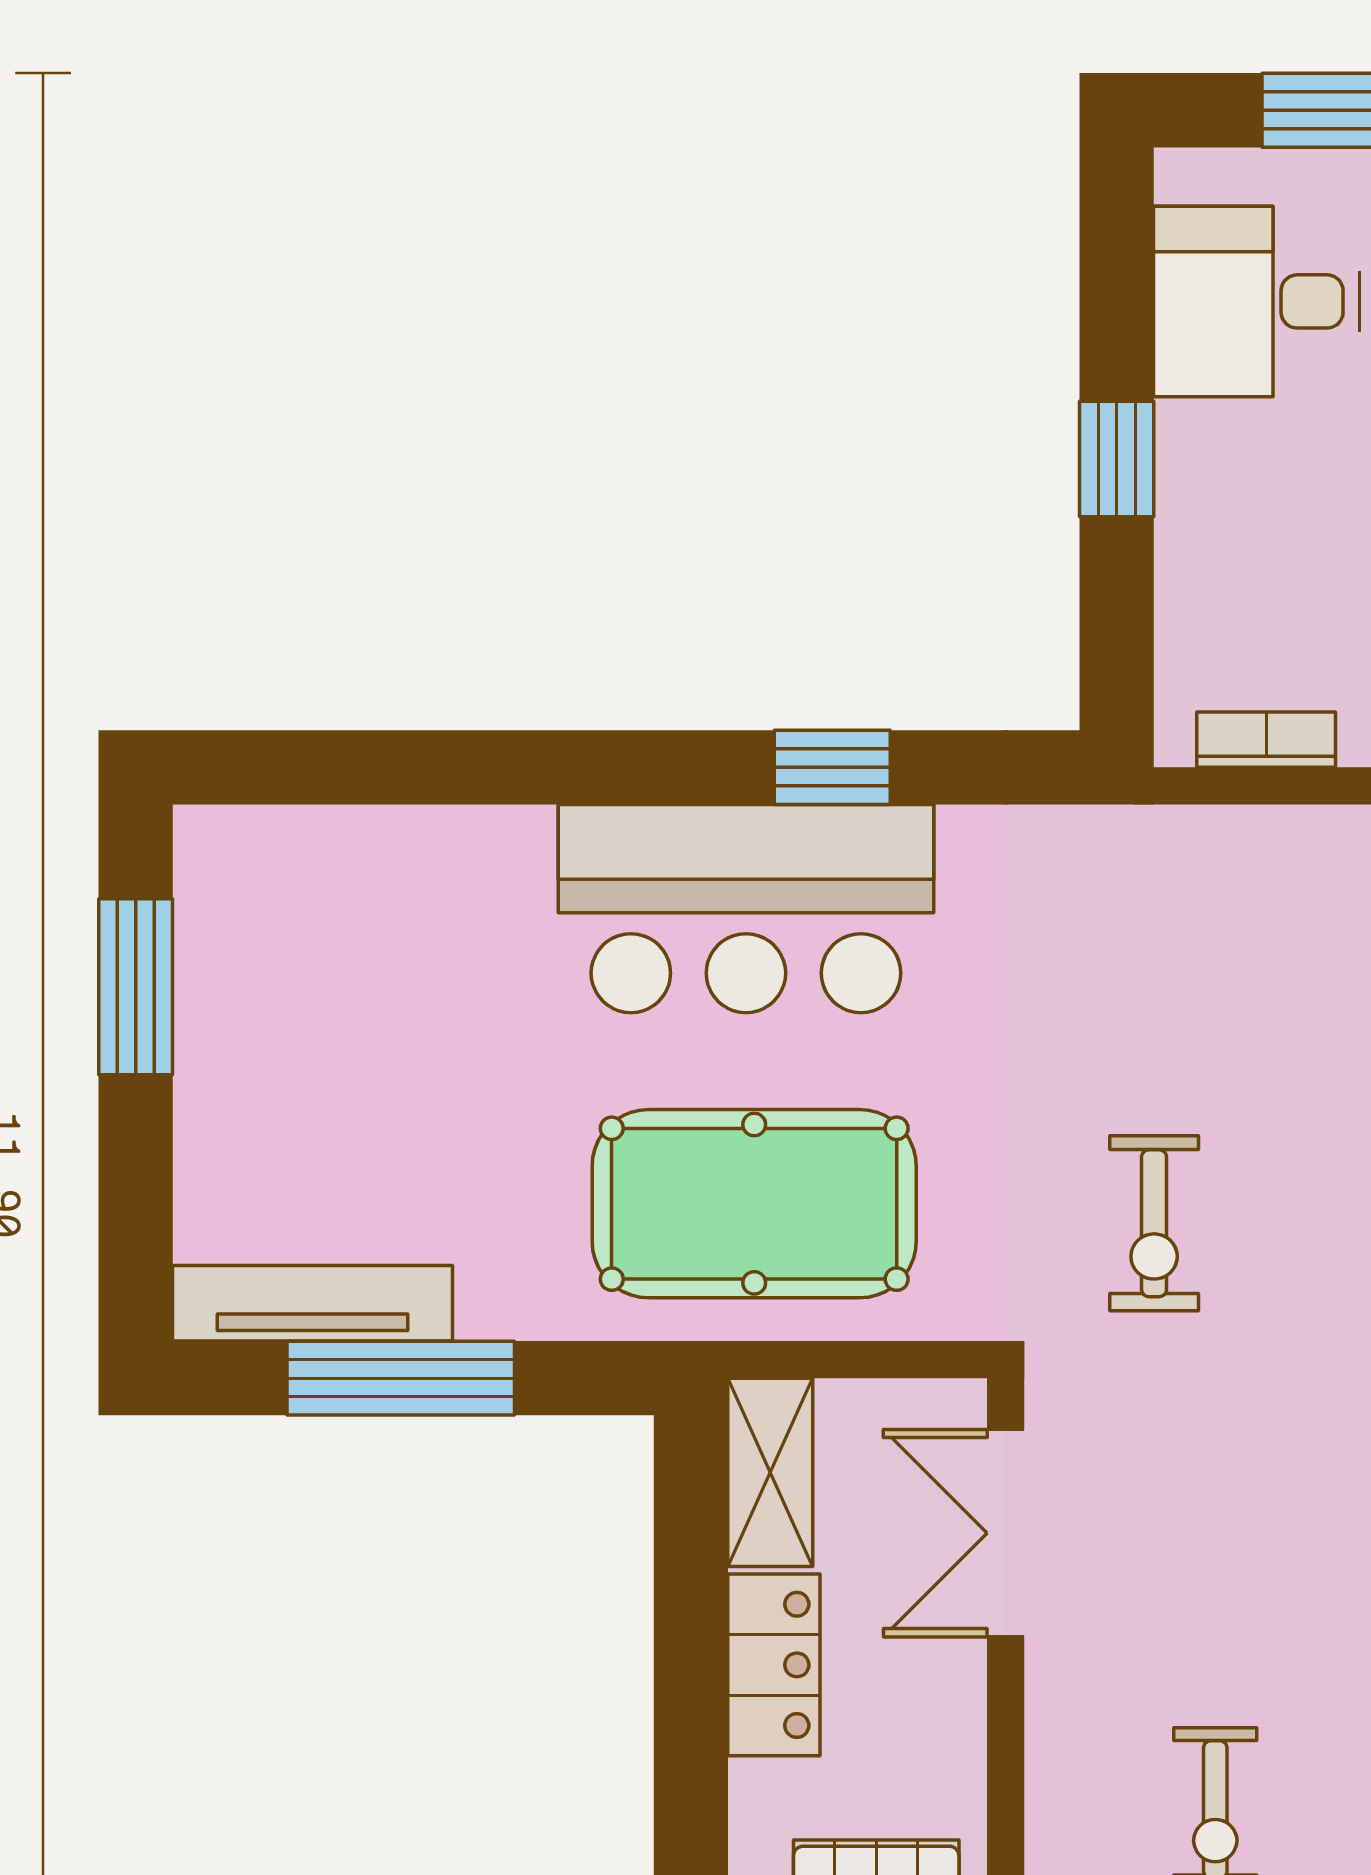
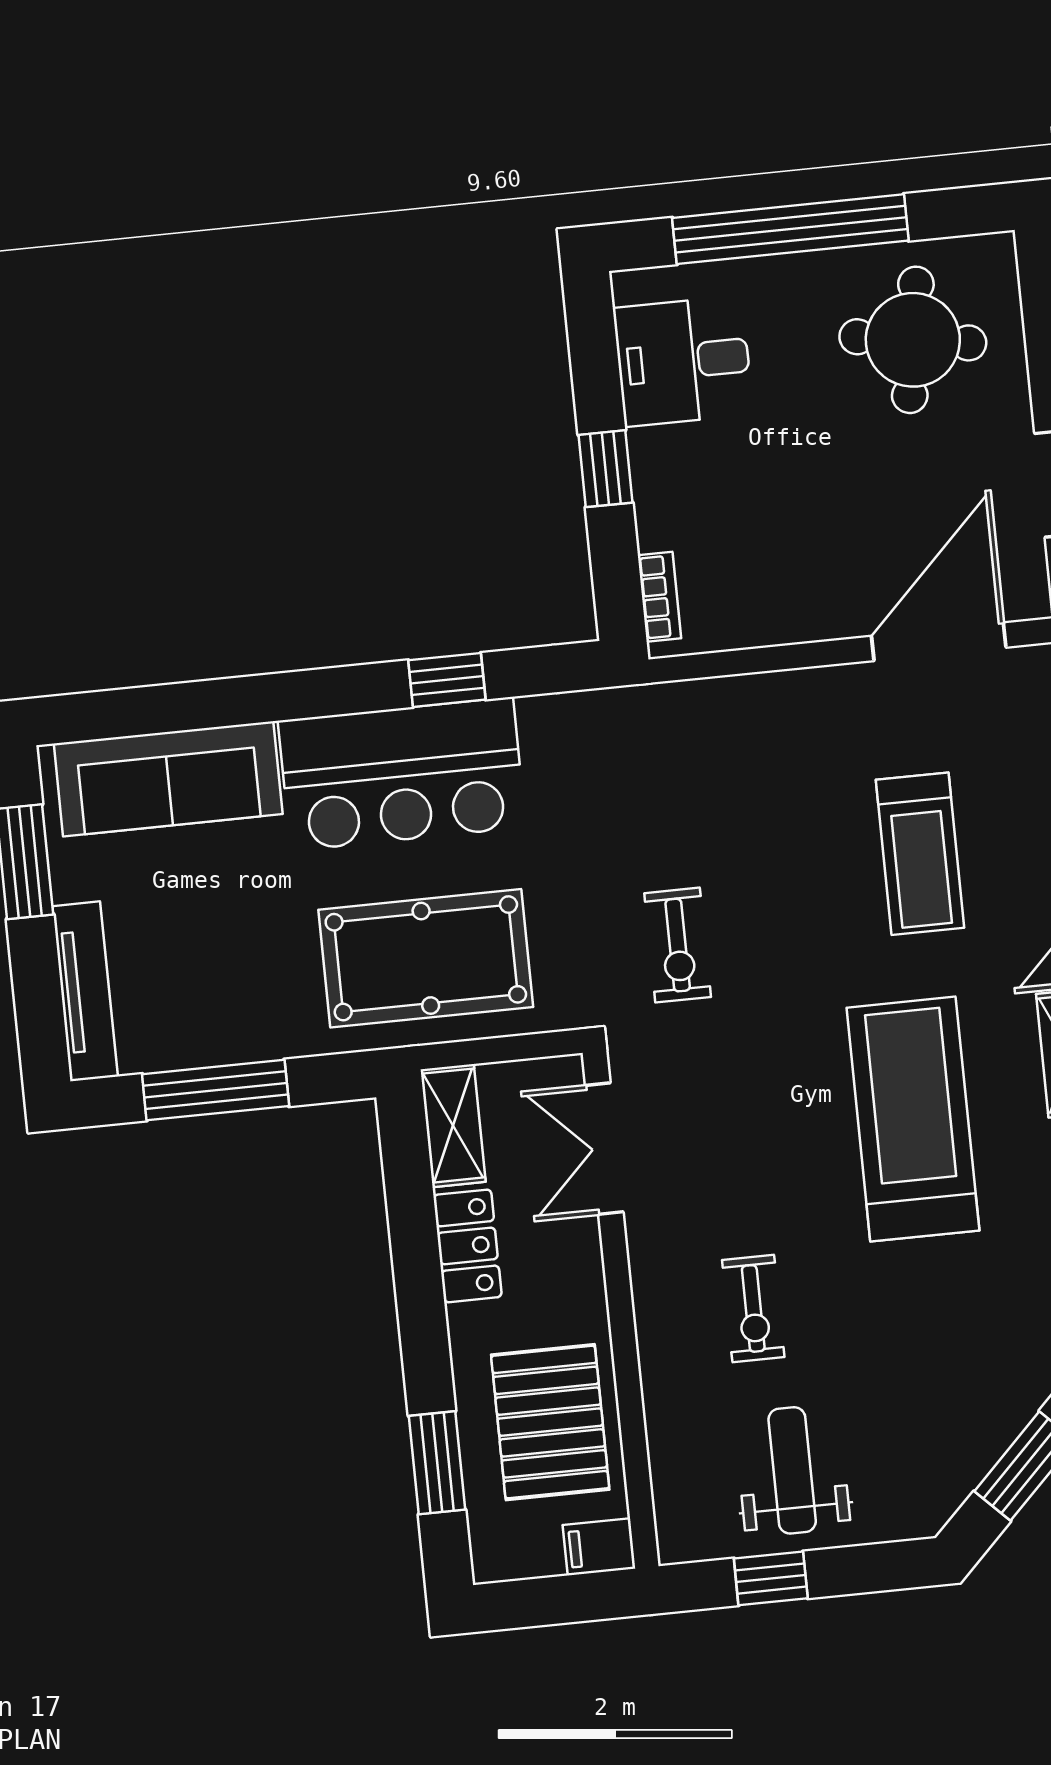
bookcase: (1266, 740) -> (659, 597), moved, turned 90
sofa: (376, 879) -> (168, 779), added
tv unit: (313, 1303) -> (85, 991), moved, turned 90

